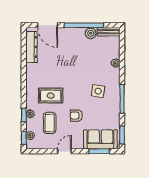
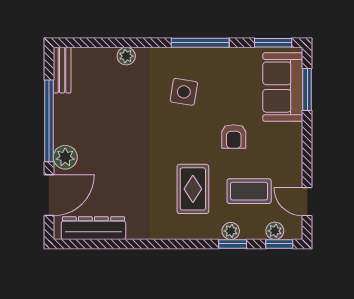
plant: (91, 33) -> (65, 157), moved
door: (64, 151) -> (307, 202), moved

